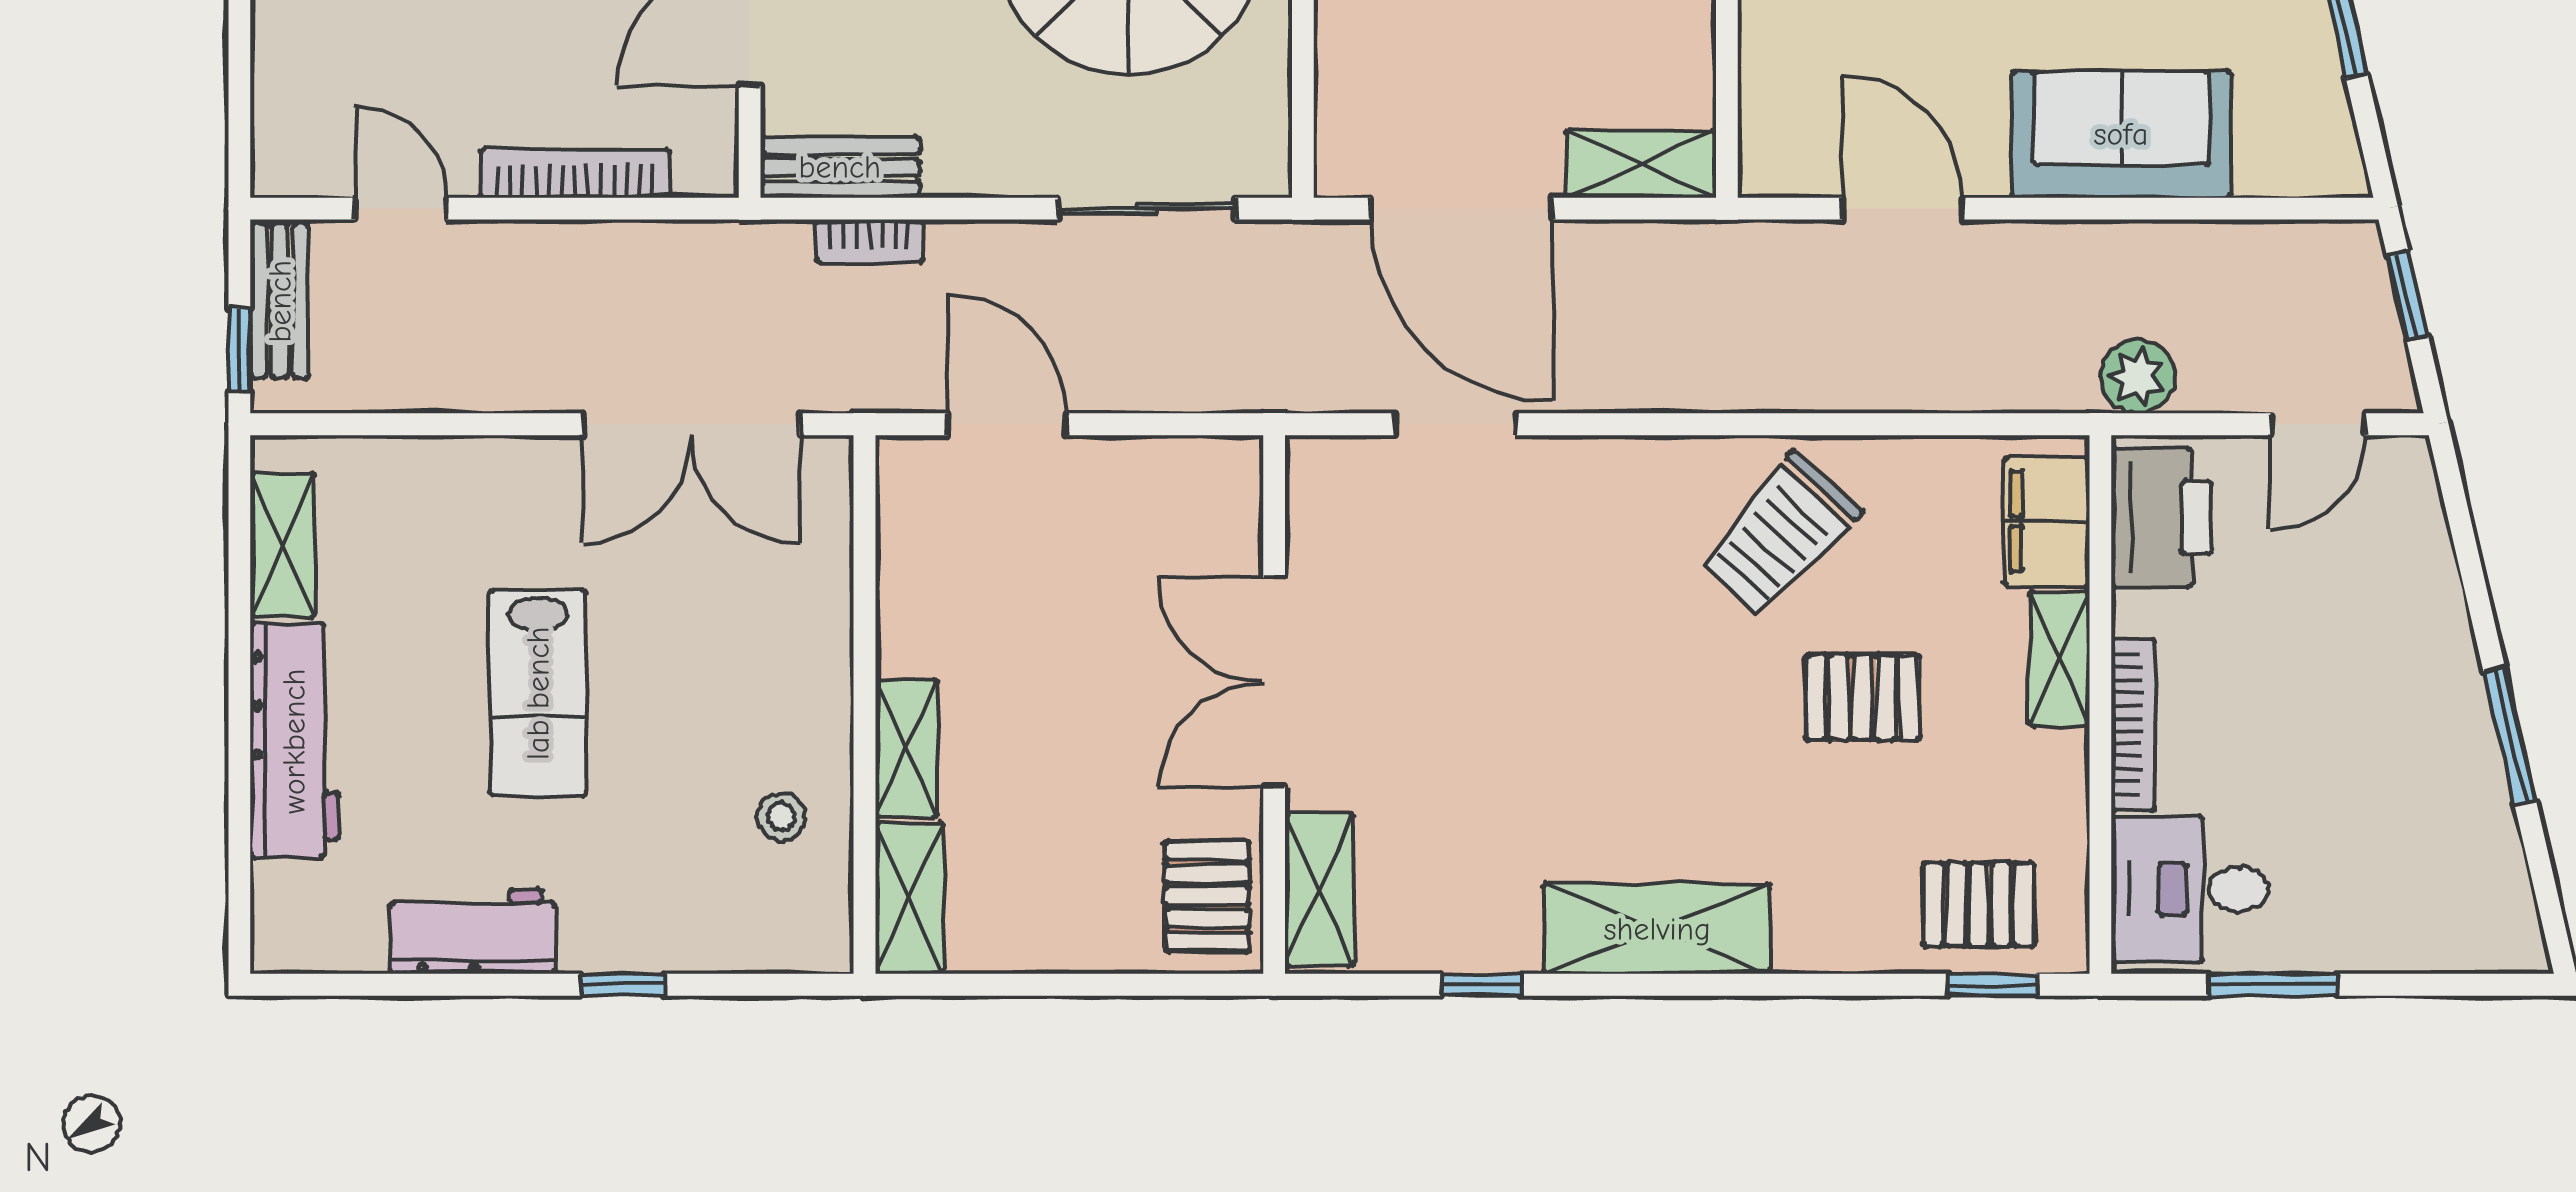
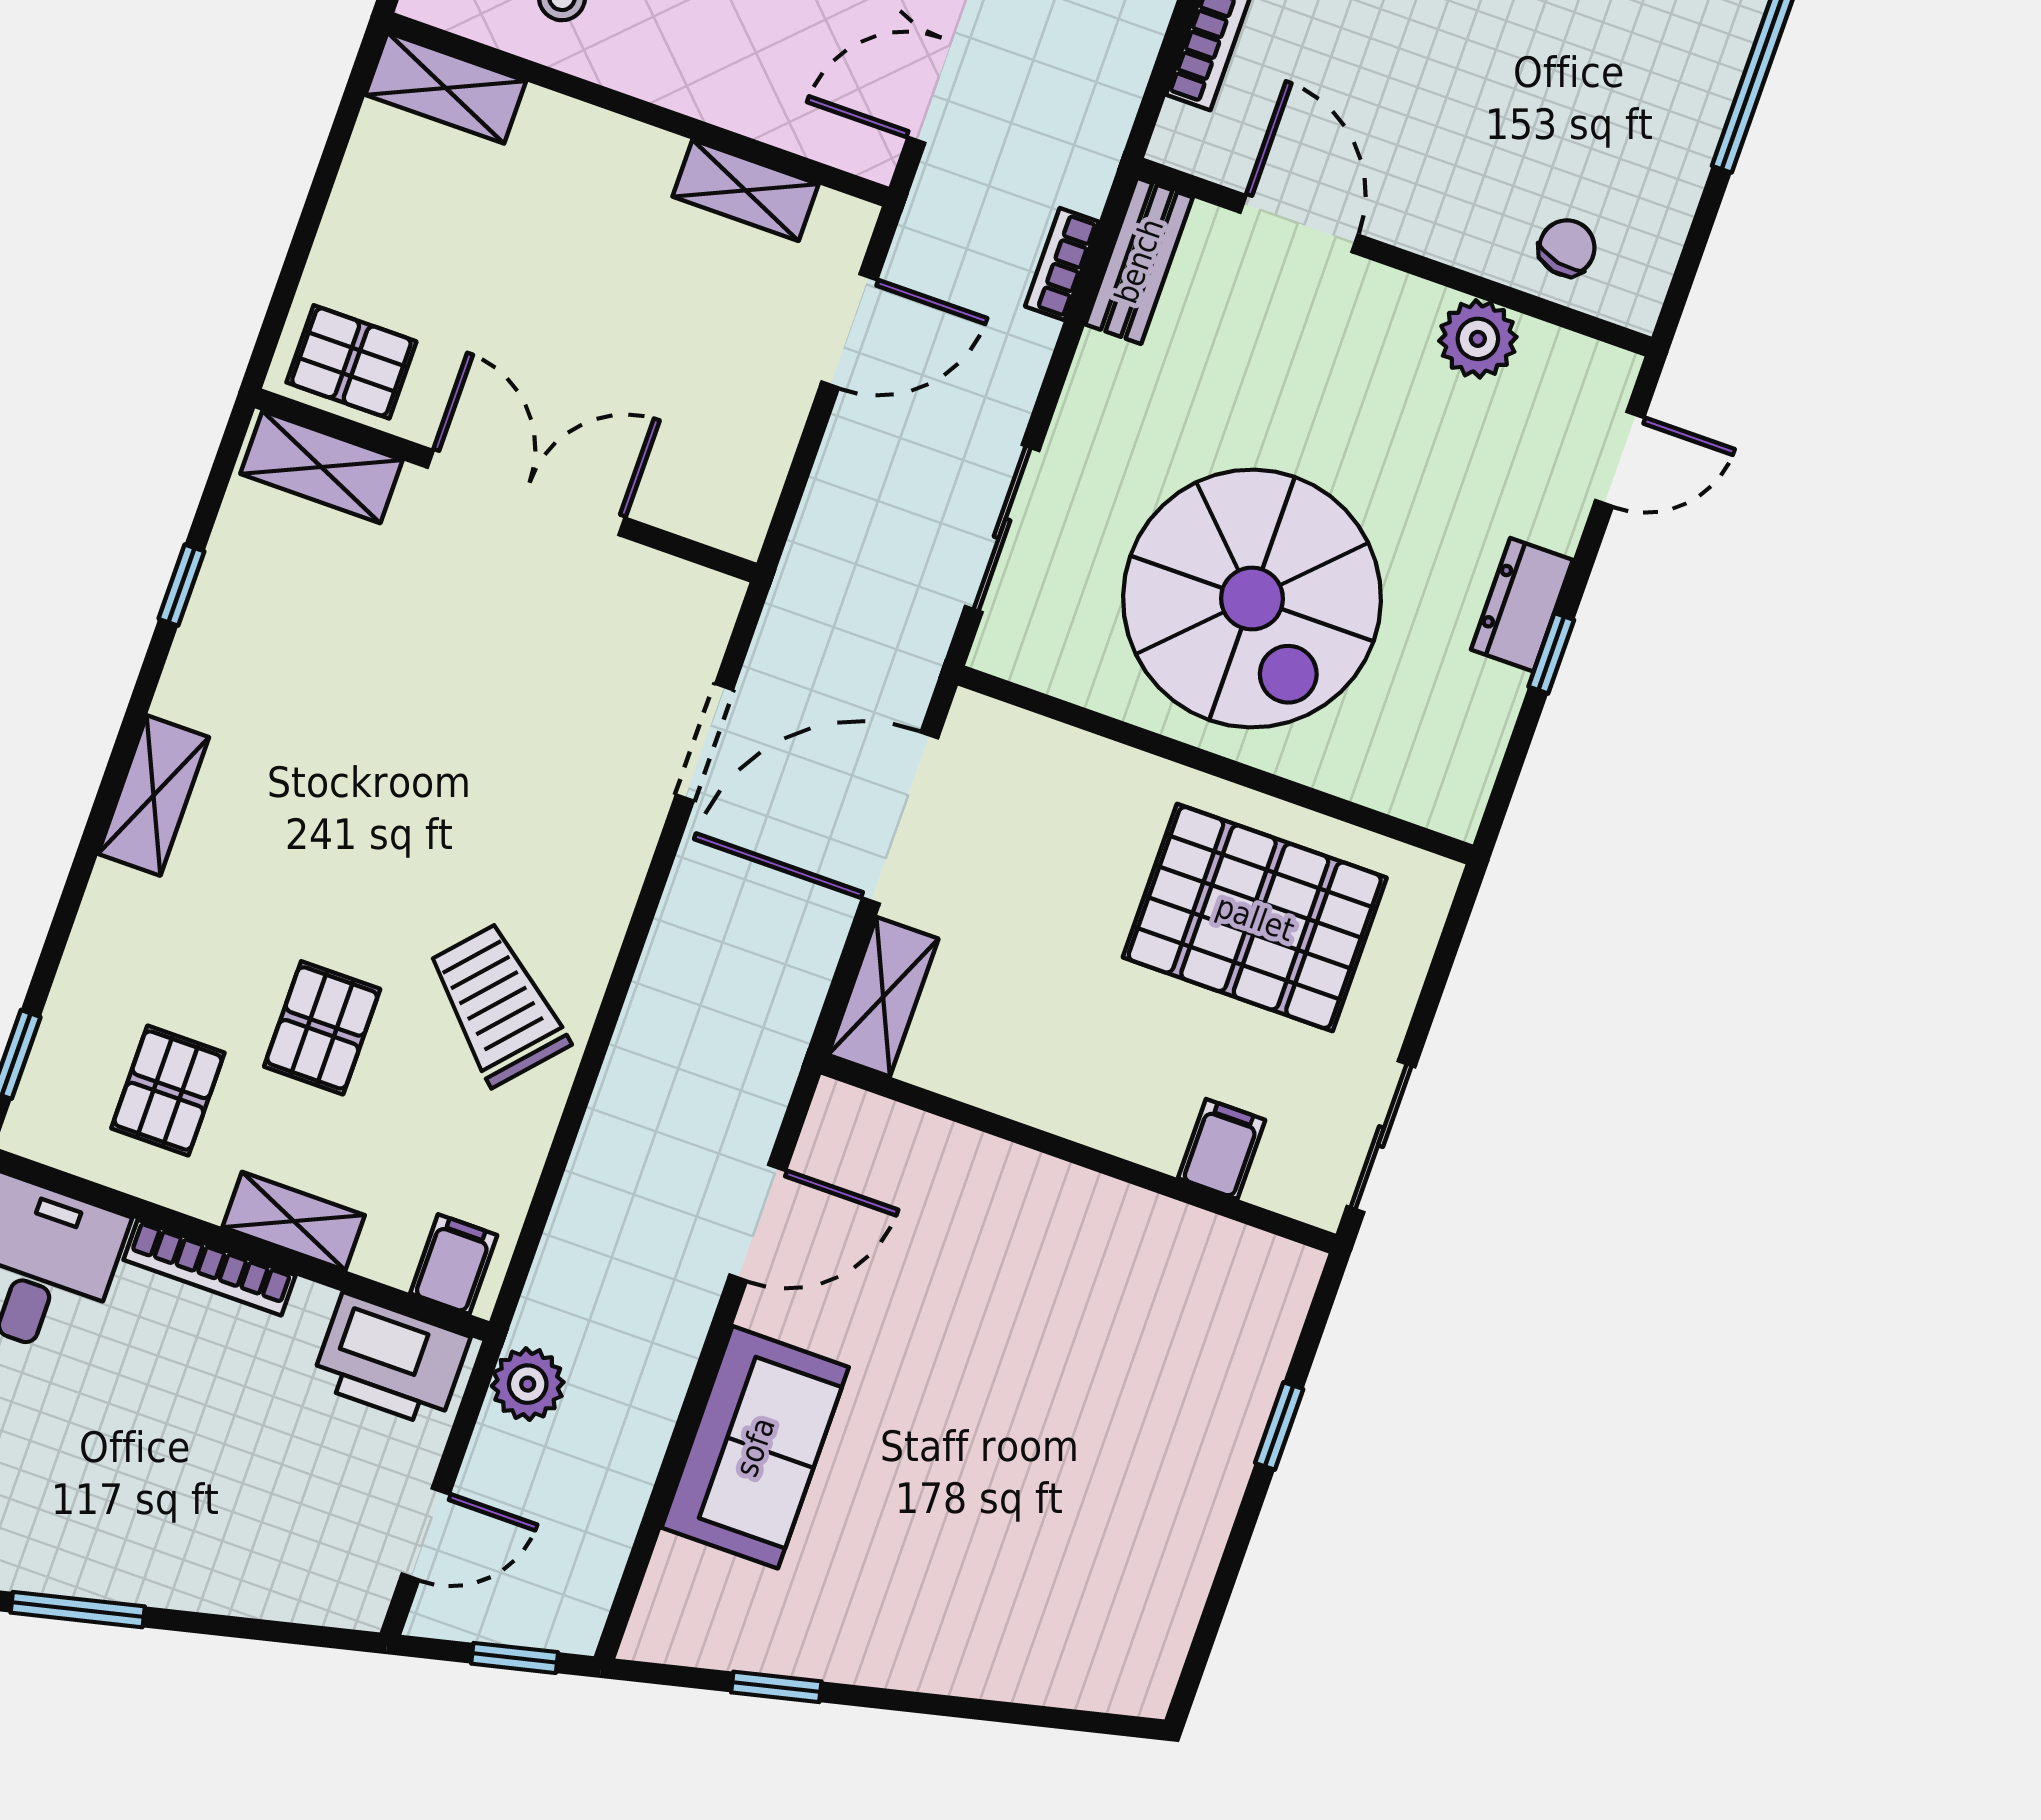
door: (2318, 424) -> (426, 1534), swing flipped
filing cabinet: (2047, 521) -> (454, 1264), width x0.50
shelving: (906, 748) -> (746, 190), moved
pallet: (1979, 904) -> (168, 1091), moved
shelving: (1657, 929) -> (154, 796), width x0.67, depth x0.75

